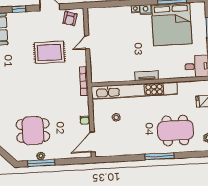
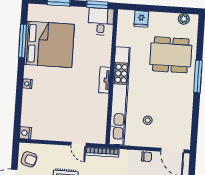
nightstand: (146, 10) -> (25, 133), moved
door: (87, 42) -> (78, 144), moved
dining table: (175, 130) -> (171, 55), turned 90

